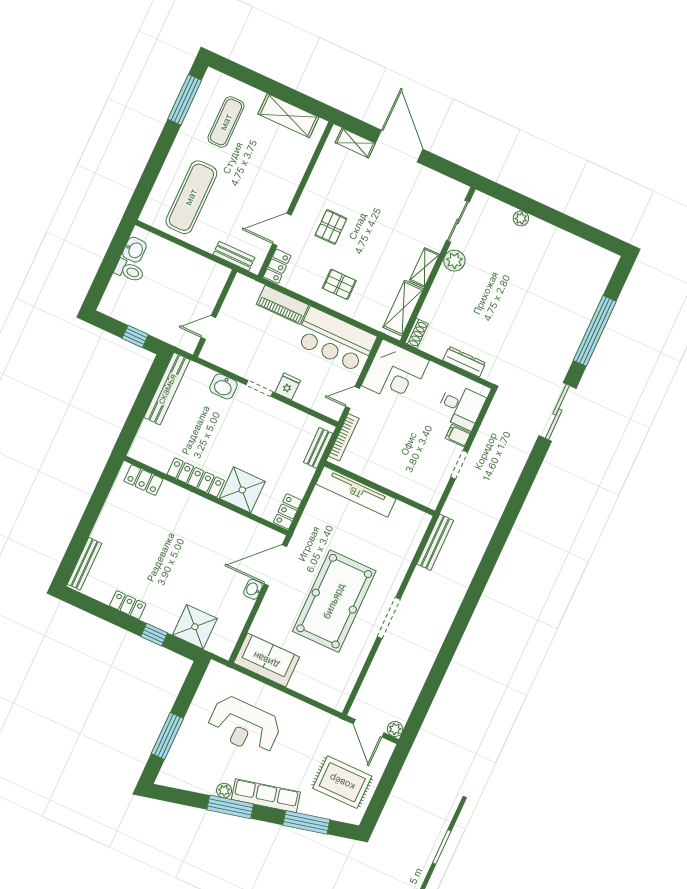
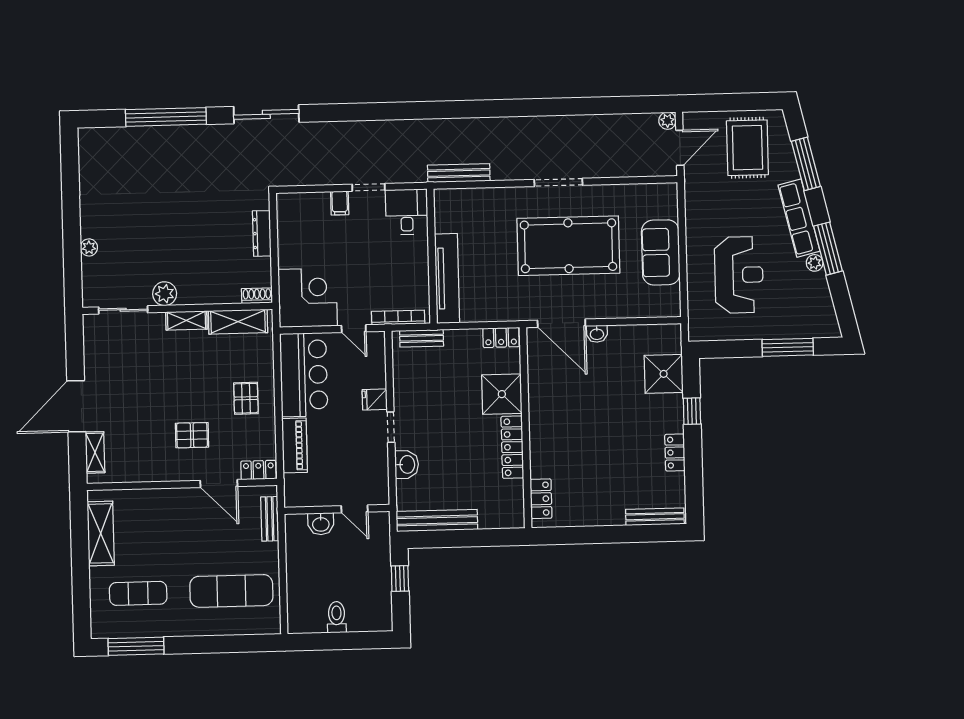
washbasin: (134, 250) -> (321, 524), moved, turned 180
desk: (461, 406) -> (407, 212), moved
sofa: (266, 660) -> (661, 252), moved

